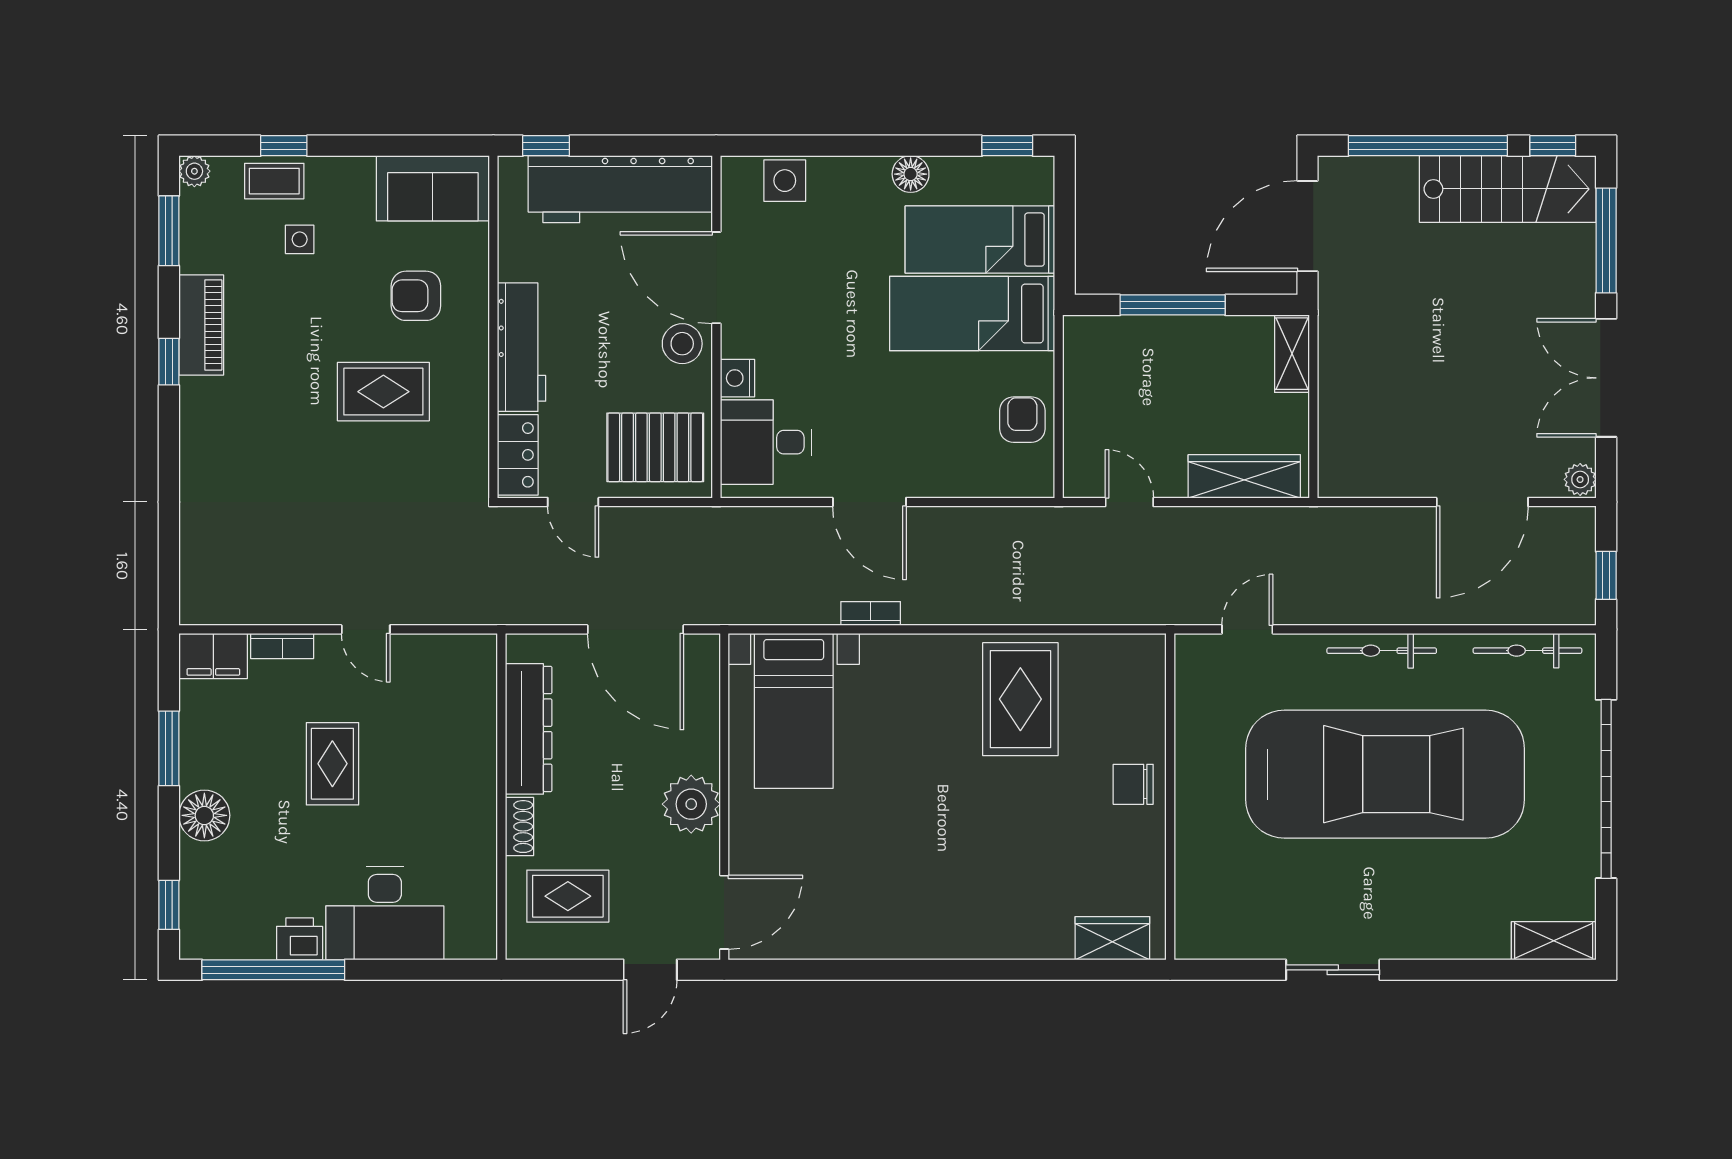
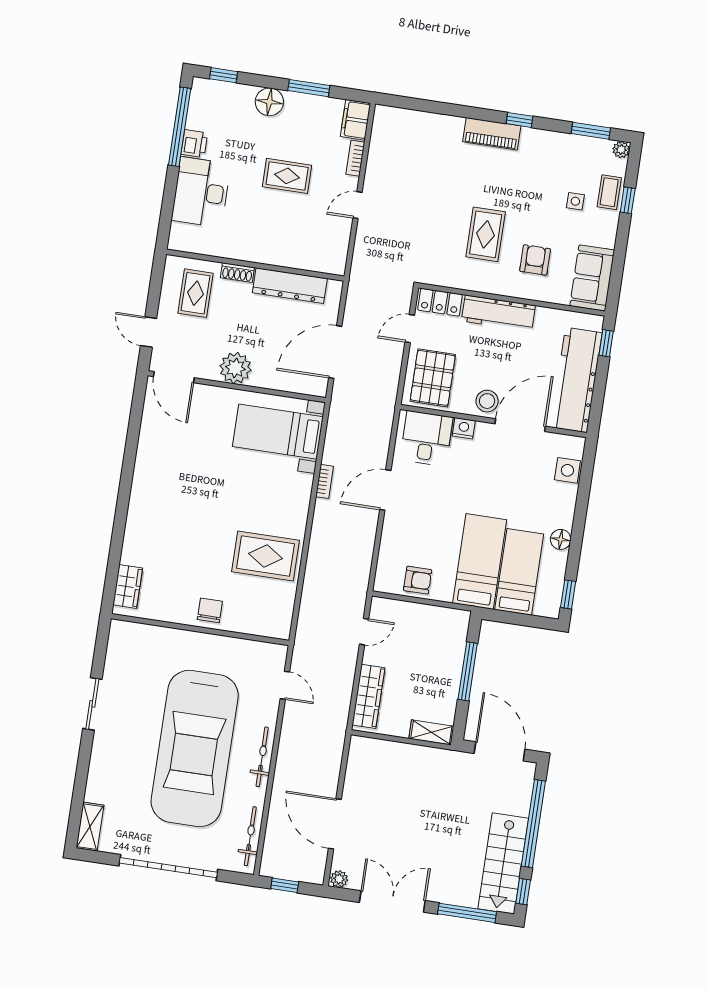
piano: (201, 325) -> (492, 134), moved

